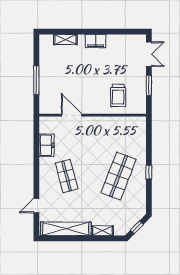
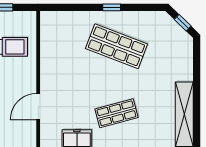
shelving: (103, 231) -> (187, 67), removed

